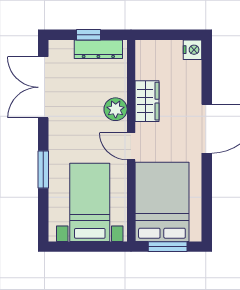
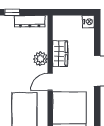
window: (89, 35) -> (12, 12), moved
door: (131, 146) -> (50, 82), hinge flipped

